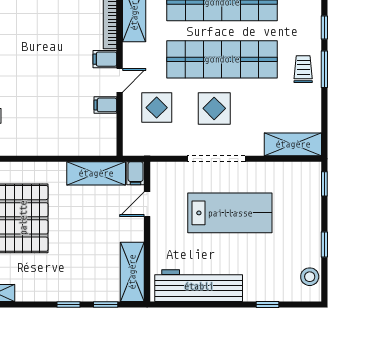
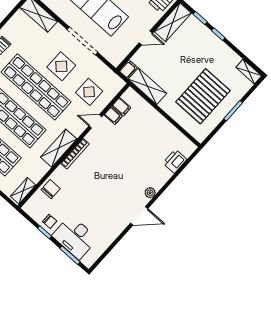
filing cabinet: (105, 59) -> (121, 107), moved
door: (147, 204) -> (146, 38), moved

